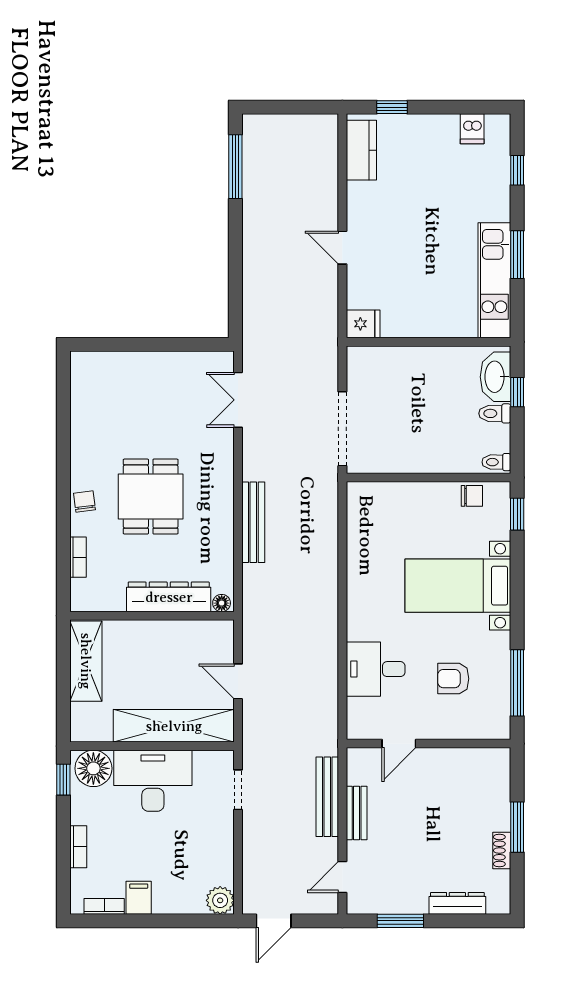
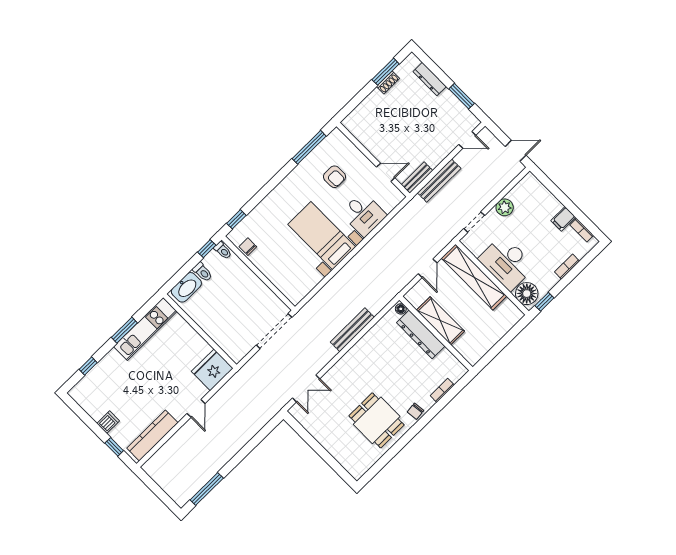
dishwasher: (472, 129) -> (108, 422), moved
kitchen counter: (361, 150) -> (152, 435), width x1.50
fridge: (363, 324) -> (212, 370), width x1.88, depth x1.34
window: (517, 392) -> (207, 249), moved
dining table: (151, 497) -> (377, 420), moved, turned 90
bed with nightstands: (458, 586) -> (322, 236), moved, turned 180
shelving: (86, 661) -> (440, 321), moved, turned 90
bench: (357, 813) -> (417, 178), moved
window: (517, 827) -> (386, 72), moved
plant: (220, 900) -> (505, 207), moved

